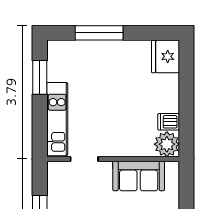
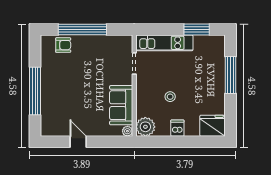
stool: (127, 112) -> (170, 97), added
dishwasher: (169, 122) -> (177, 128), moved
plant: (173, 168) -> (127, 131), added

